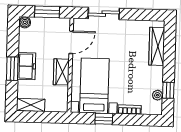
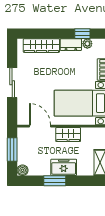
sliding door: (104, 14) -> (12, 83), moved
window: (12, 69) -> (55, 181), moved
dresser: (157, 78) -> (71, 45), added

